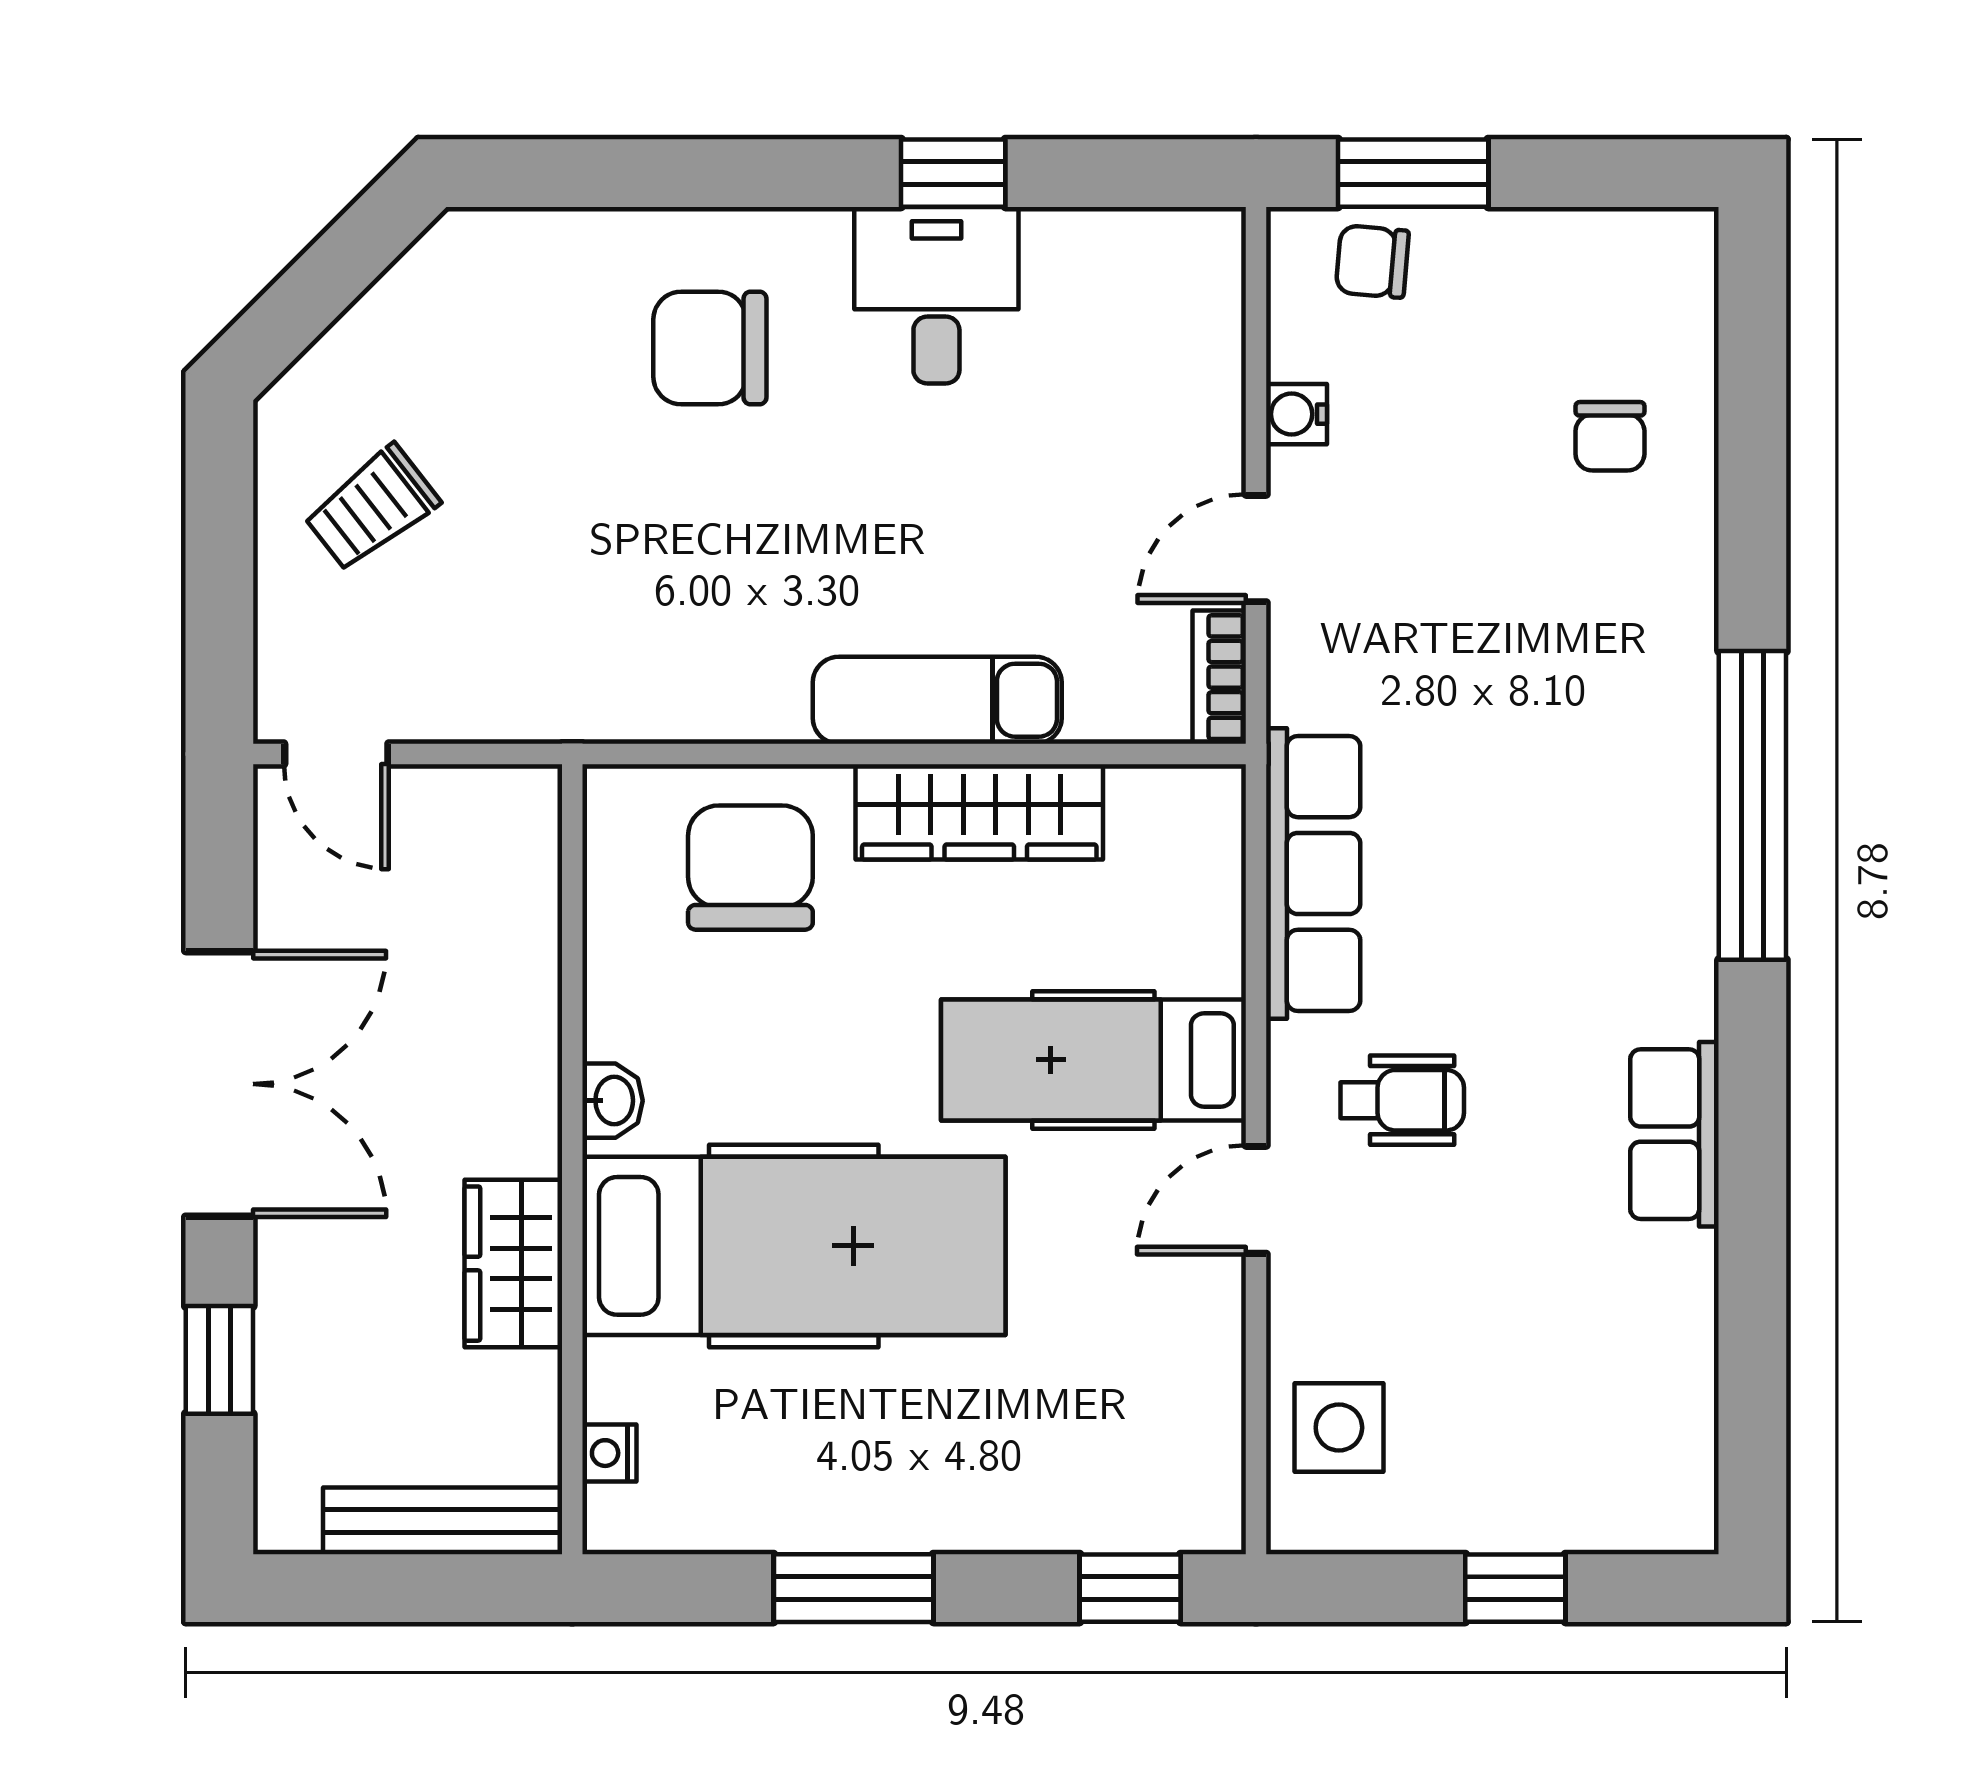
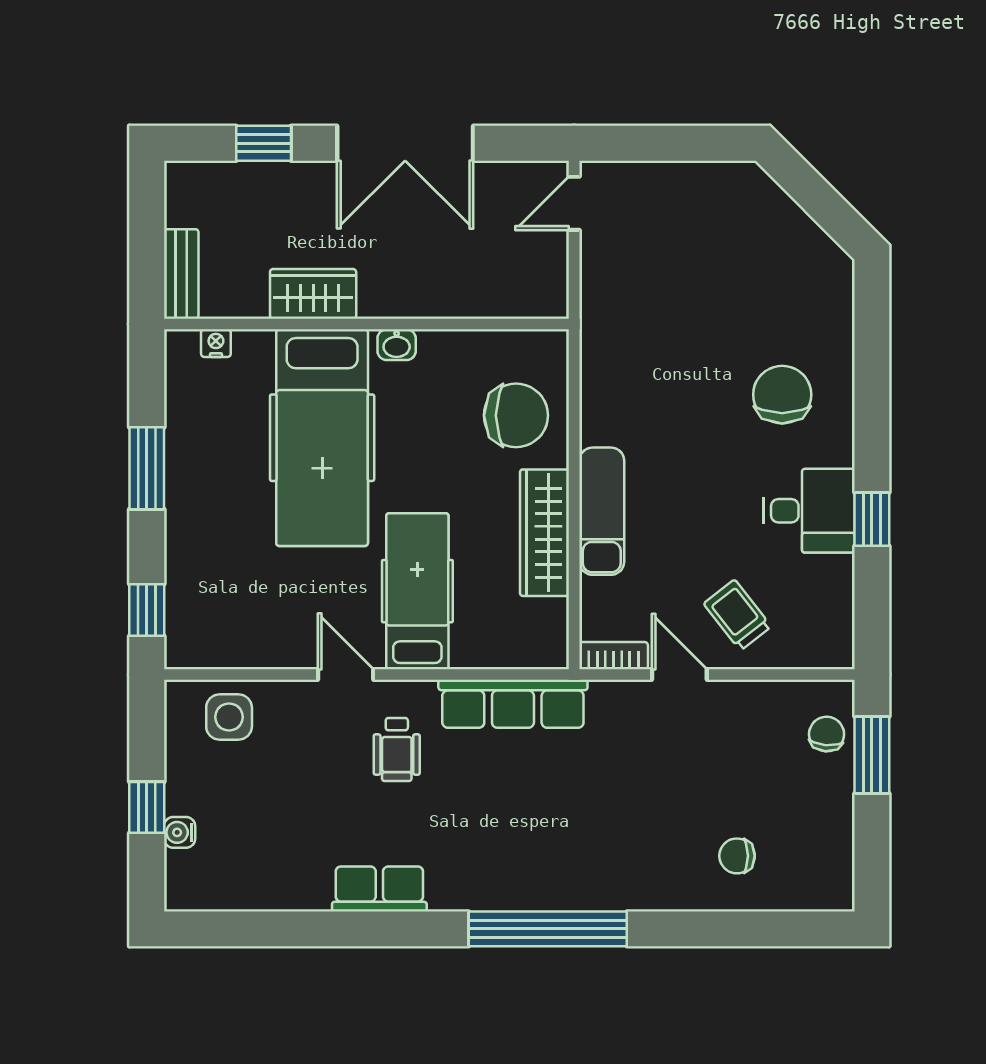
water cooler: (1296, 414) -> (180, 832), moved, turned -90
trolley: (372, 508) -> (737, 615), moved
bench: (443, 1521) -> (181, 274), width x0.73

